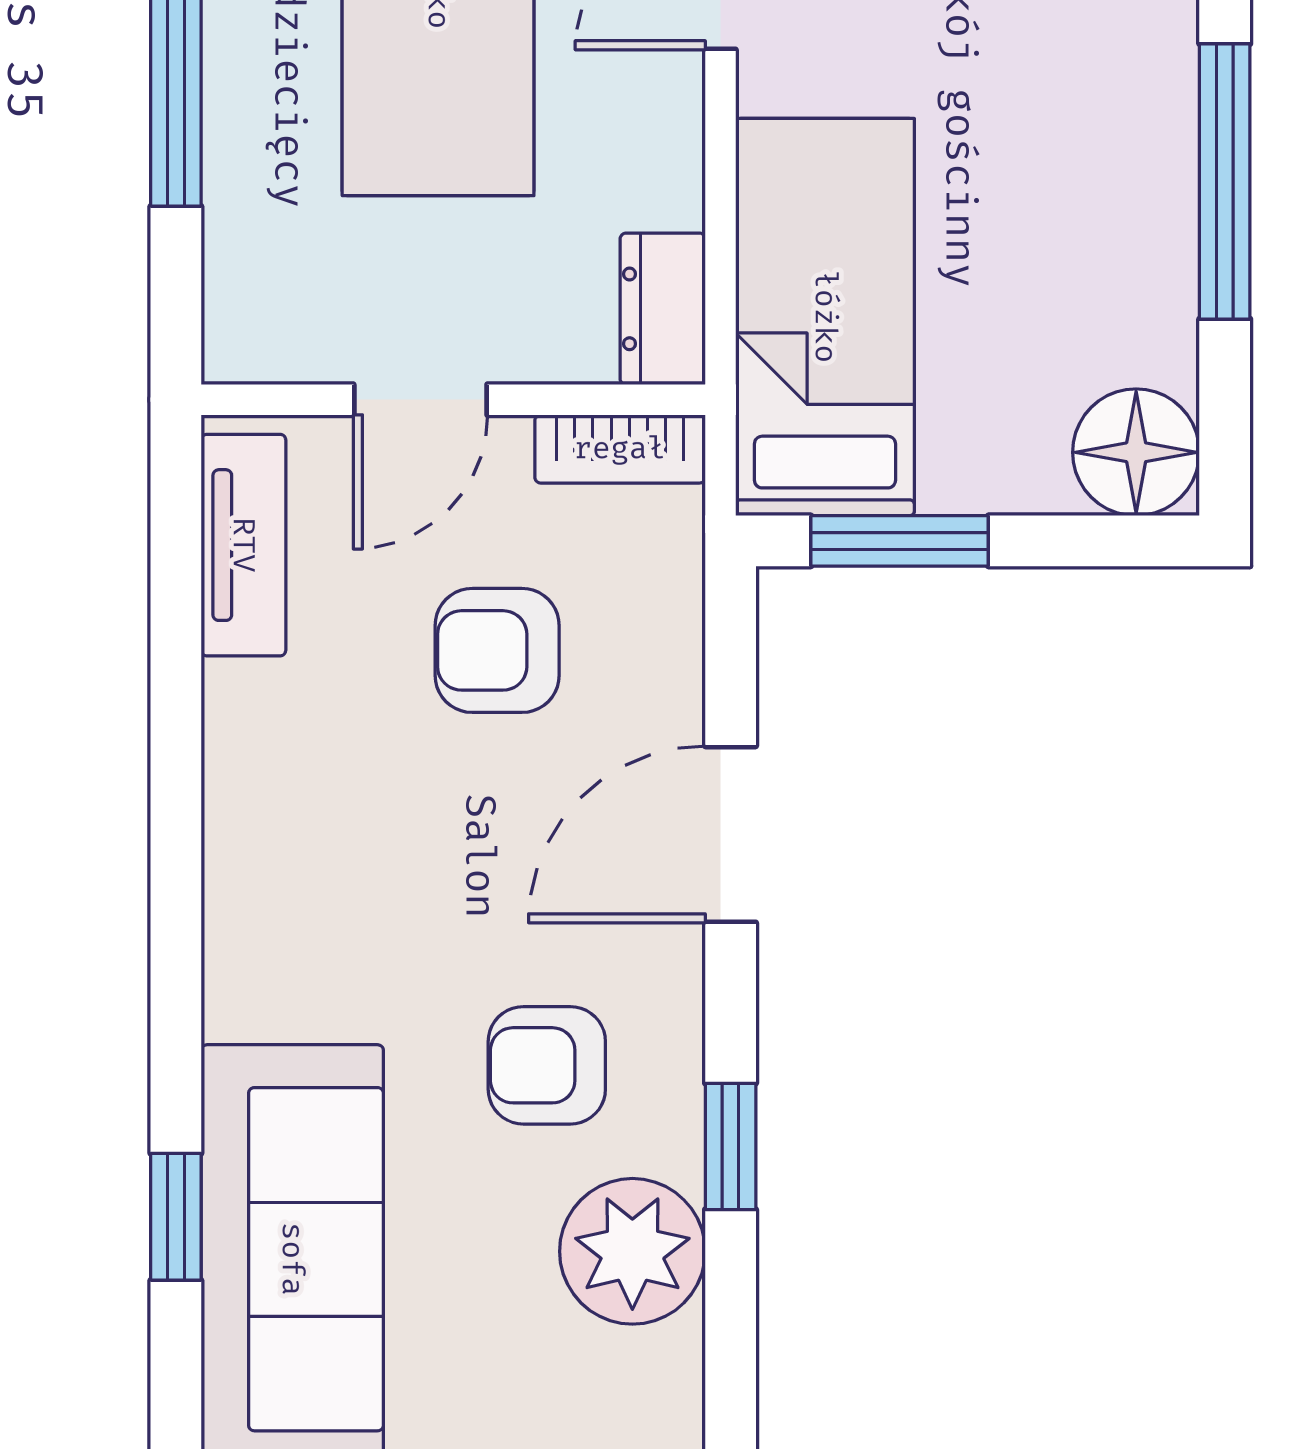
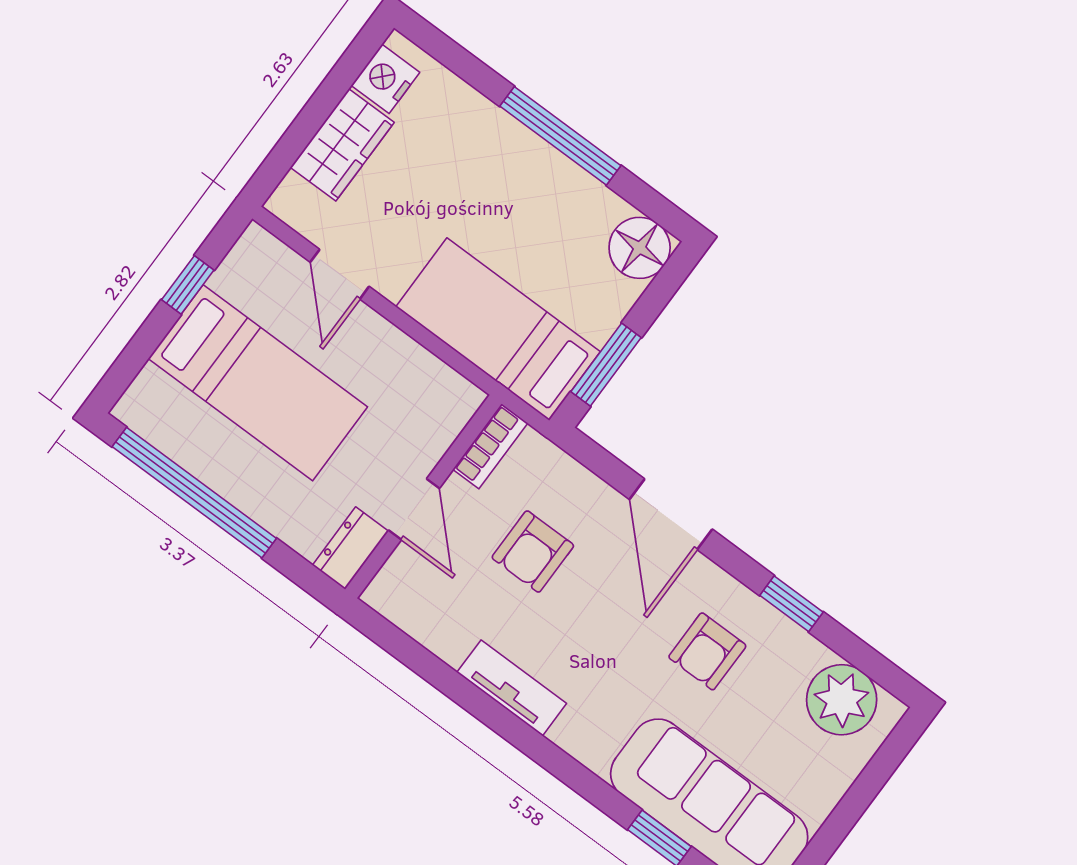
dresser: (663, 309) -> (350, 548), moved, turned 90
tv unit: (243, 545) -> (512, 688), moved
plant: (632, 1251) -> (842, 700), moved

